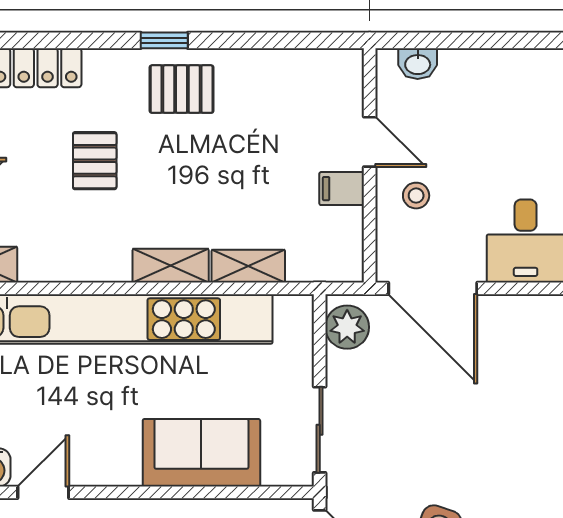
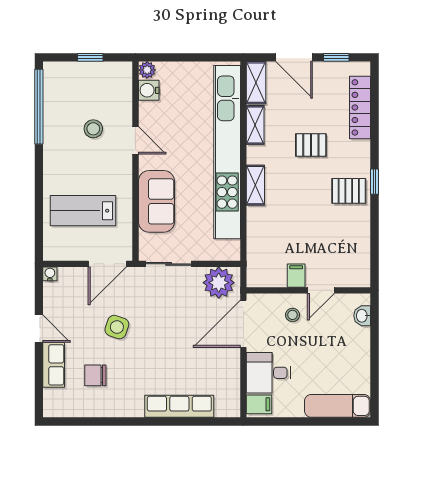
pallet: (182, 89) -> (349, 191), turned 90
shelving: (248, 266) -> (255, 125), moved
plant: (347, 327) -> (219, 283), width x1.36, depth x1.36
door: (43, 492) -> (135, 140), moved

